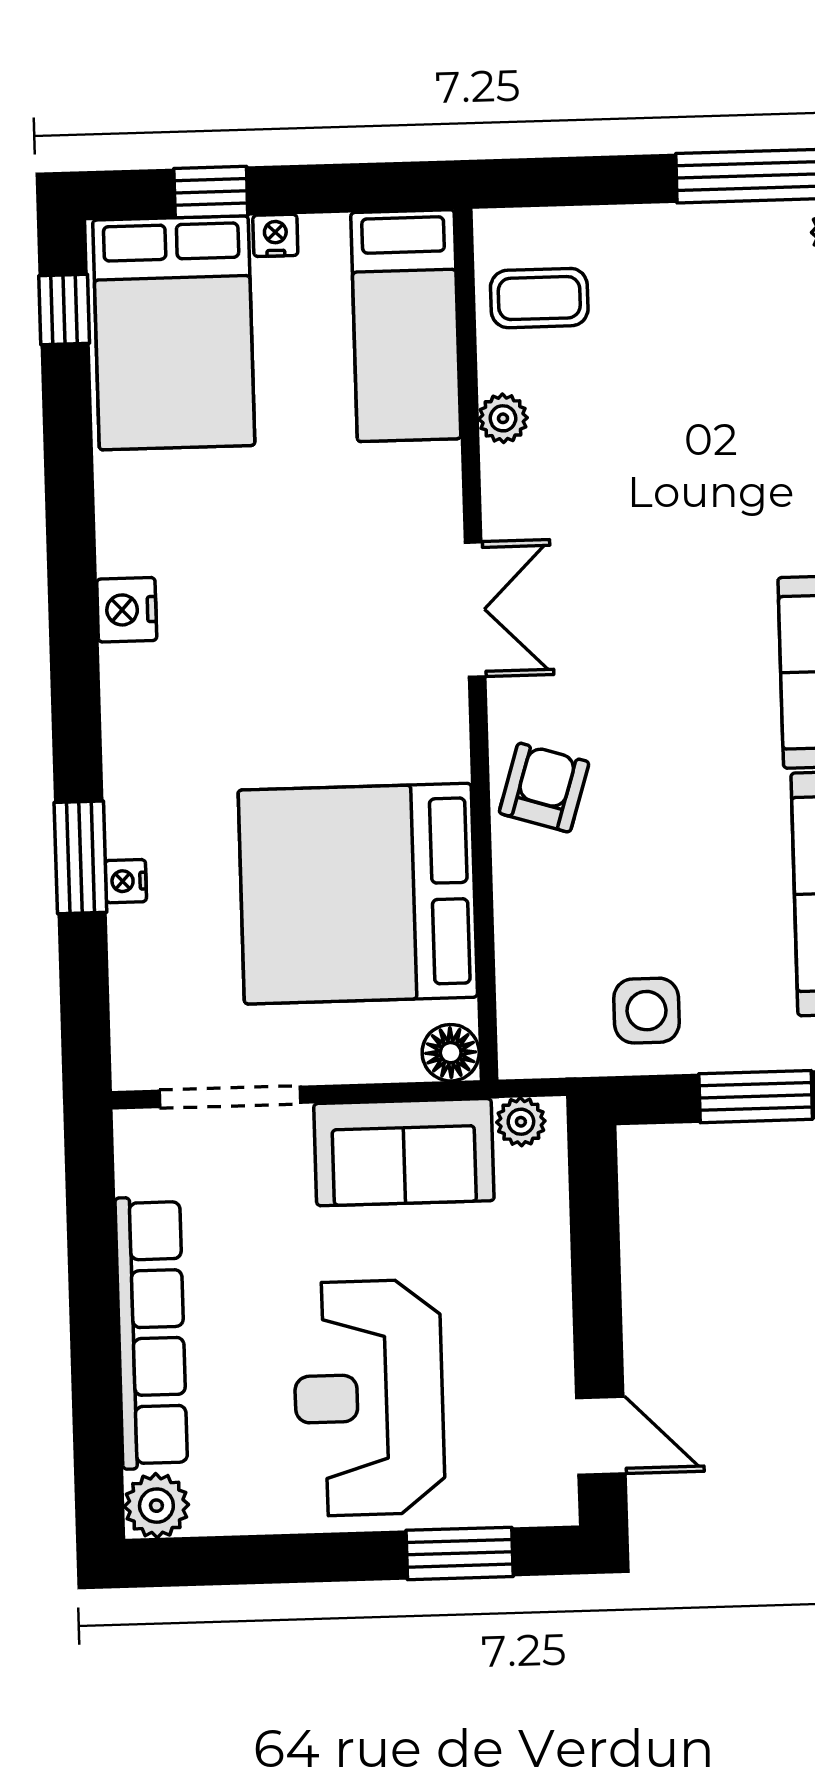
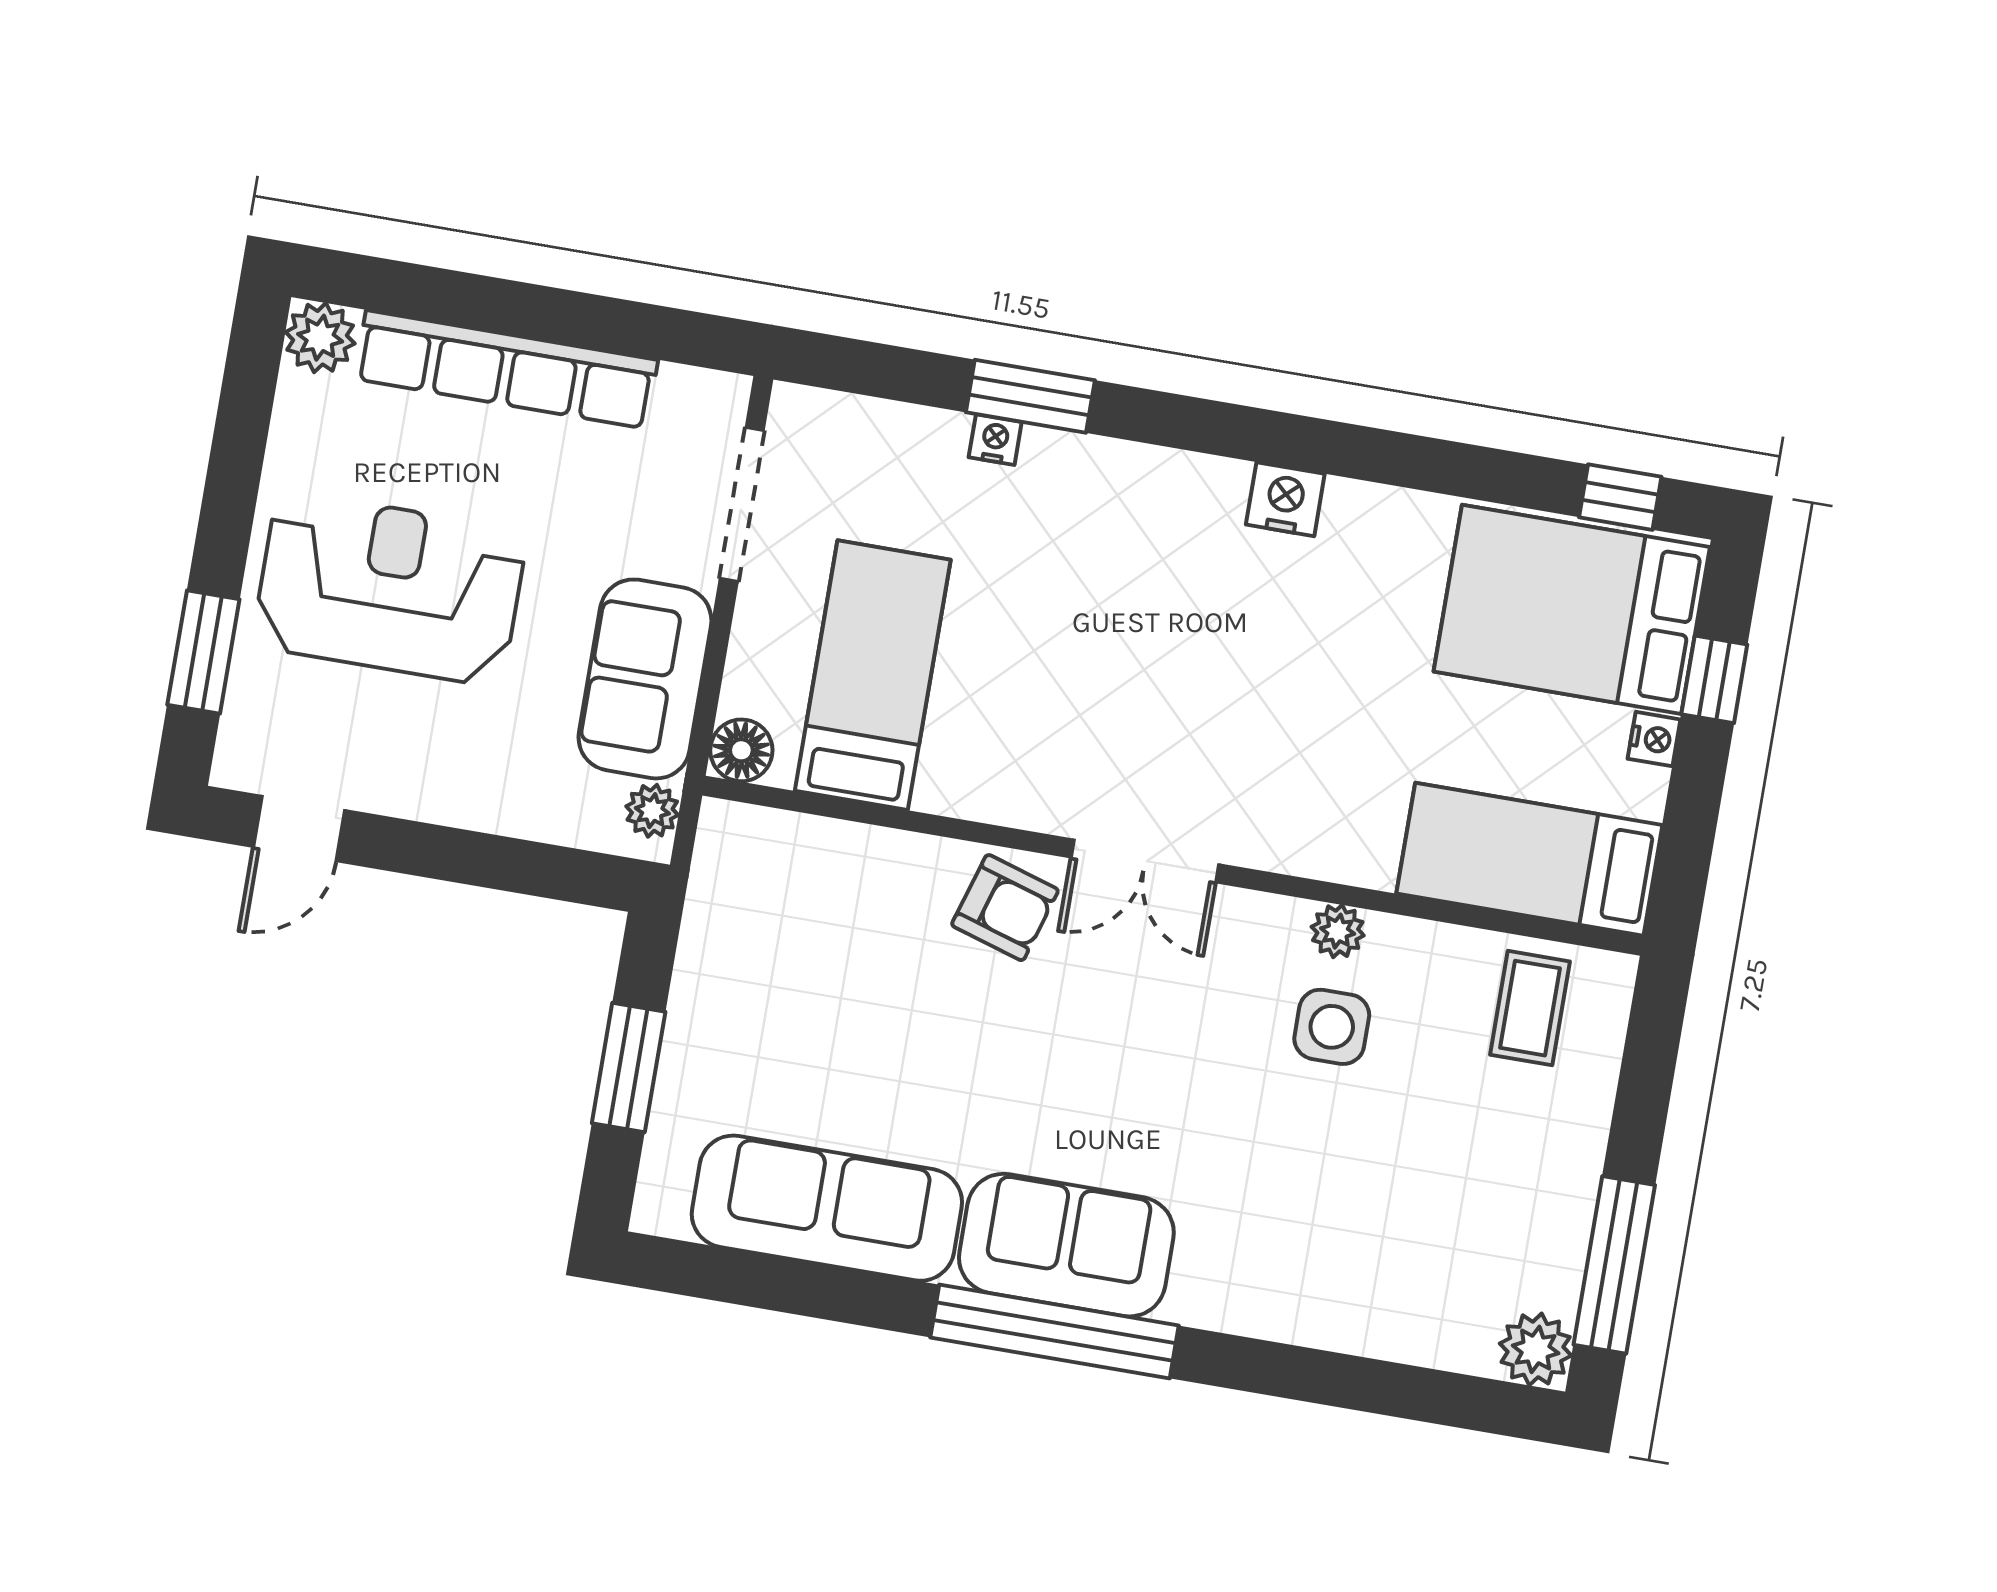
plant: (503, 418) -> (1338, 931), moved
double door: (475, 609) -> (1145, 861), moved
bed: (358, 894) -> (873, 675), width x0.49
side table: (646, 1011) -> (1332, 1027), moved

